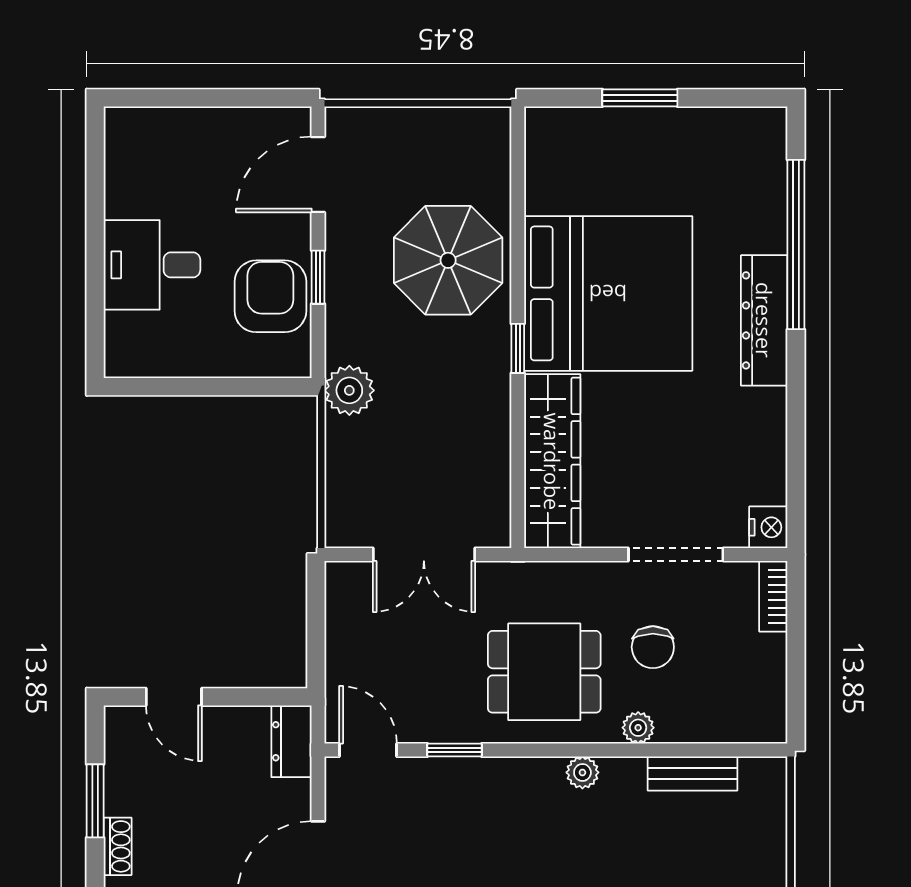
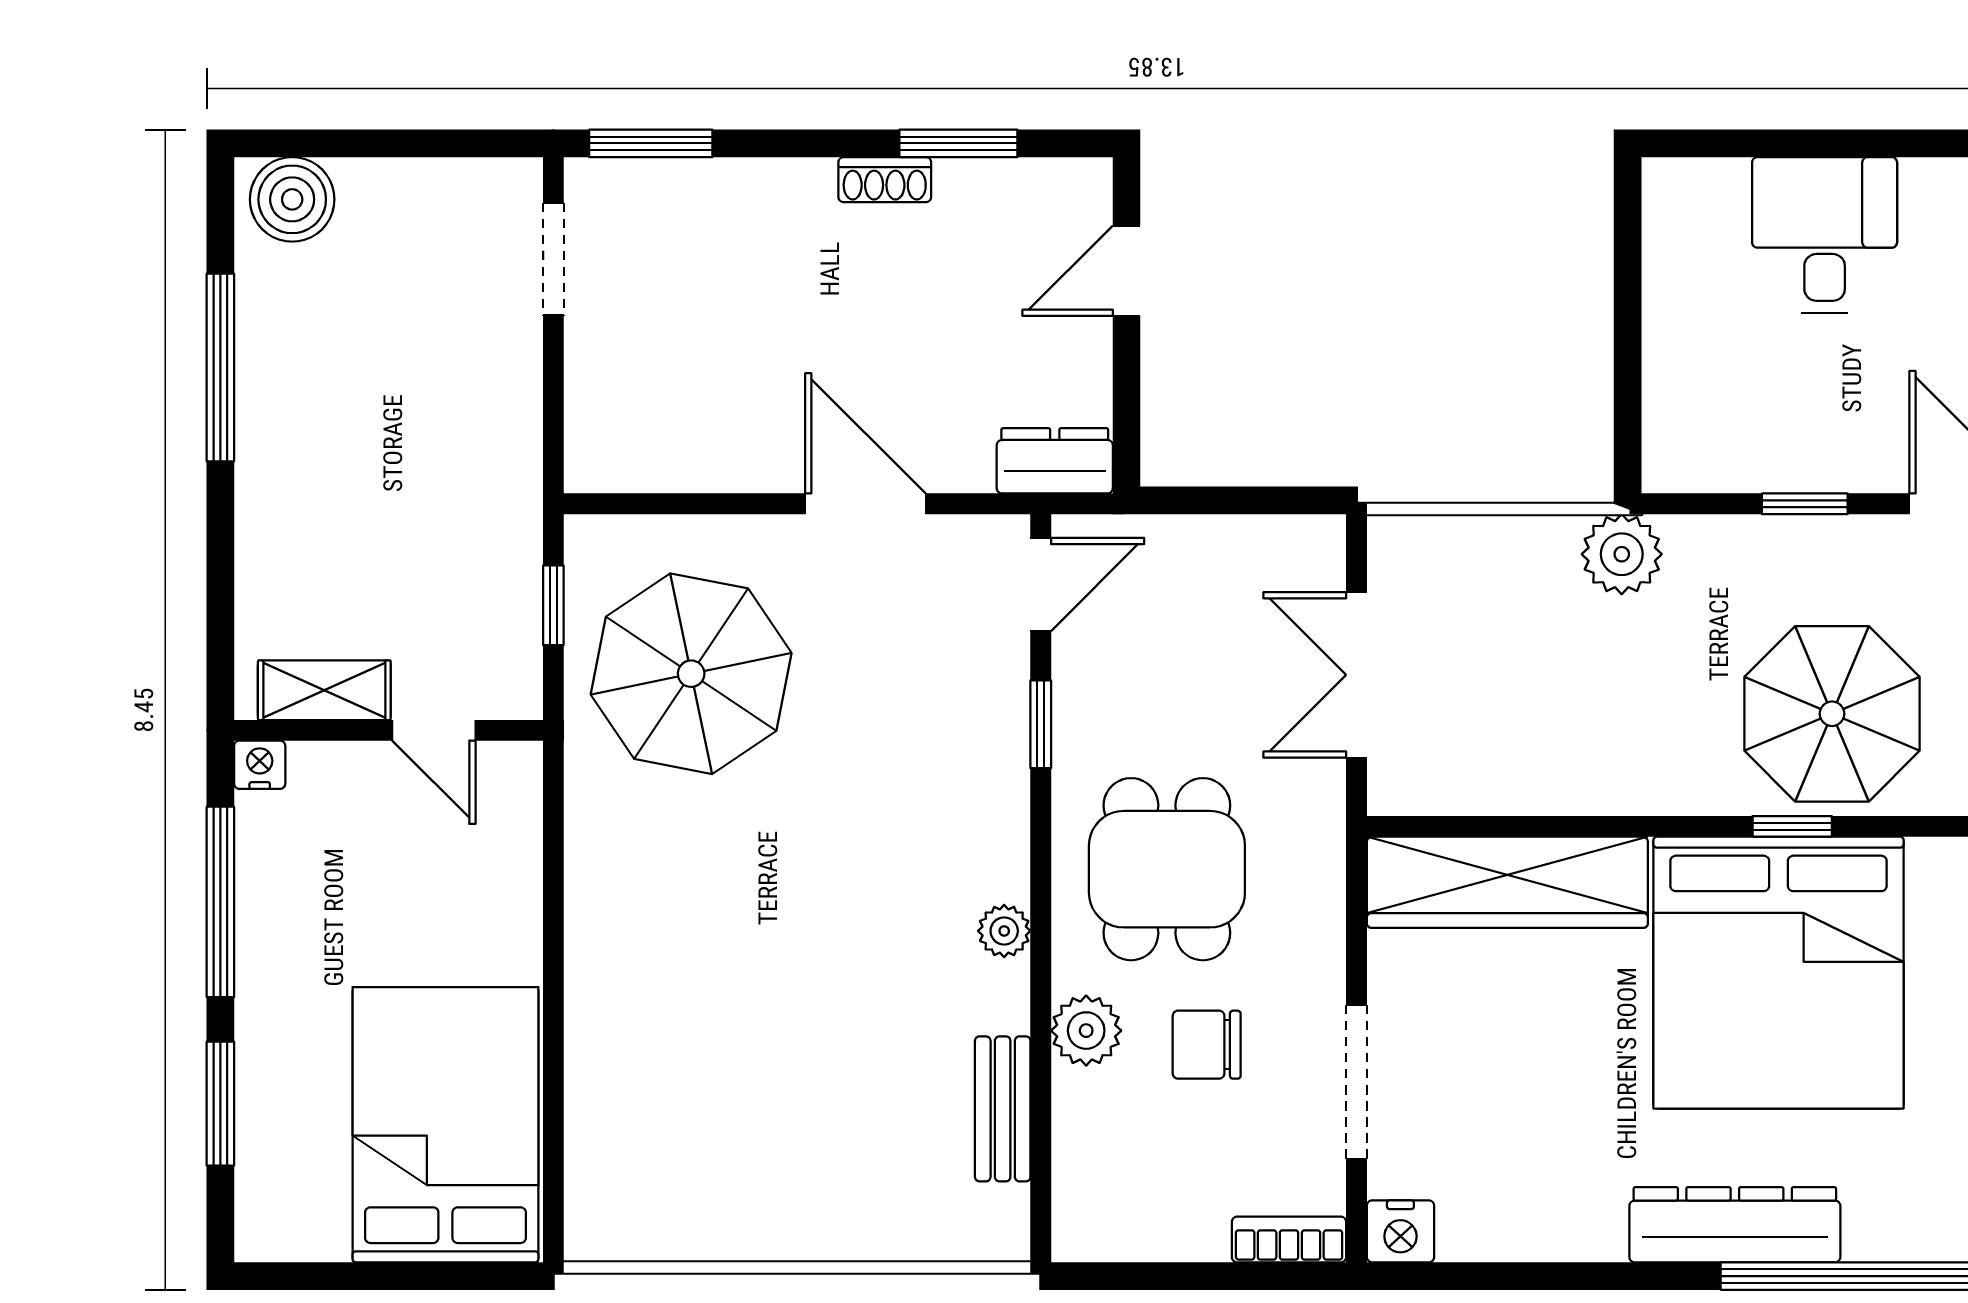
armchair: (270, 296) -> (1774, 427), removed
window: (518, 348) -> (1792, 826), moved
plant: (638, 728) -> (1086, 1031), width x1.38, depth x1.38

